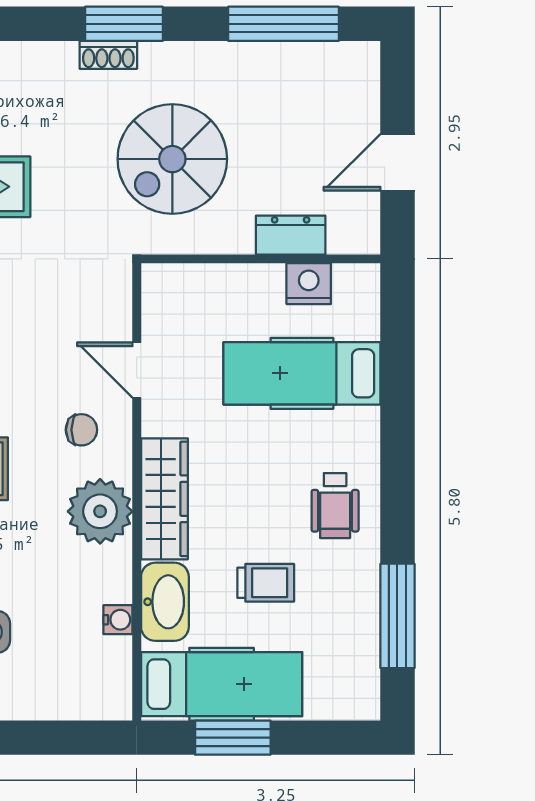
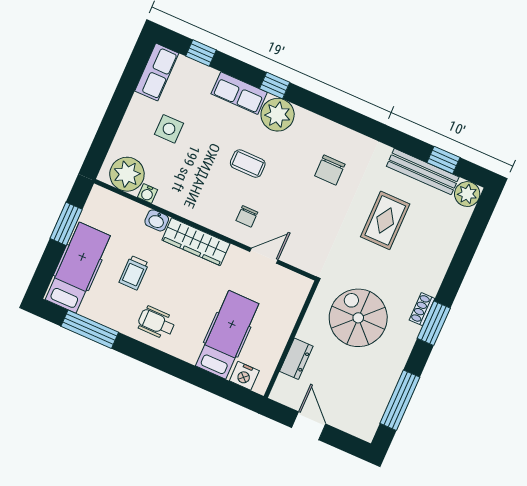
nightstand: (309, 284) -> (244, 376), moved, turned 90
plant: (100, 511) -> (127, 174), moved
washbasin: (165, 602) -> (157, 220), width x0.52, depth x0.69
hospital bed: (222, 684) -> (78, 268), moved, turned 180

